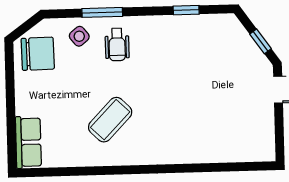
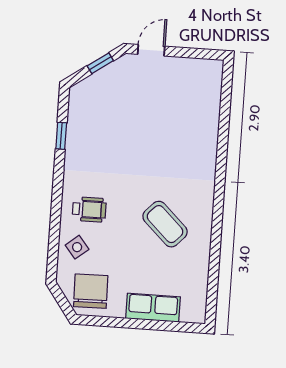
window: (102, 12) -> (55, 221), removed
row of seats: (28, 142) -> (153, 308), moved

